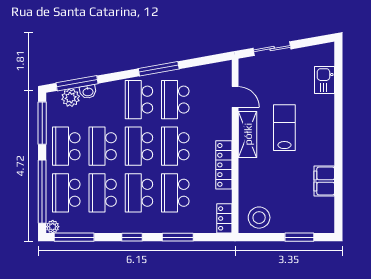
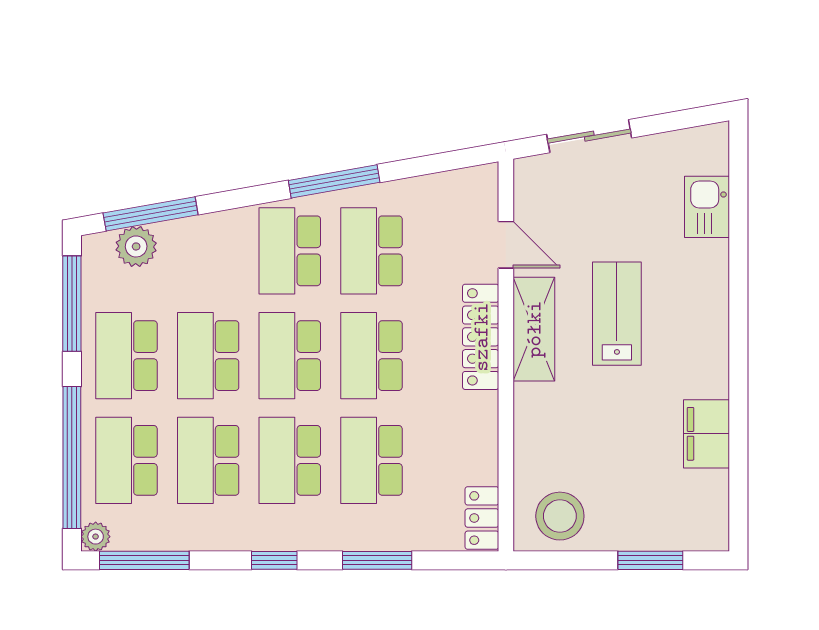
washbasin: (88, 92) -> (175, 233), removed
locker: (224, 165) -> (481, 337), moved

